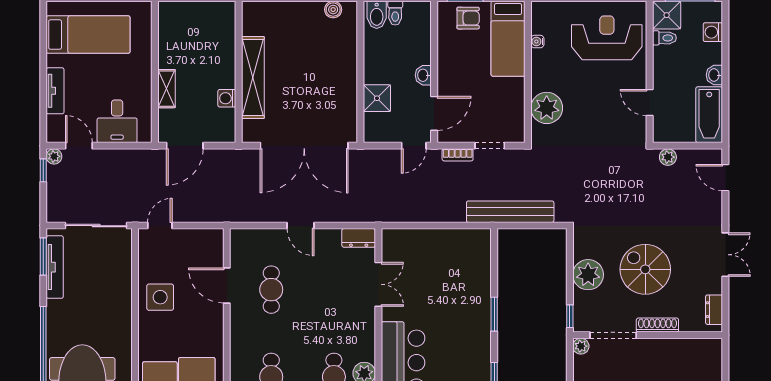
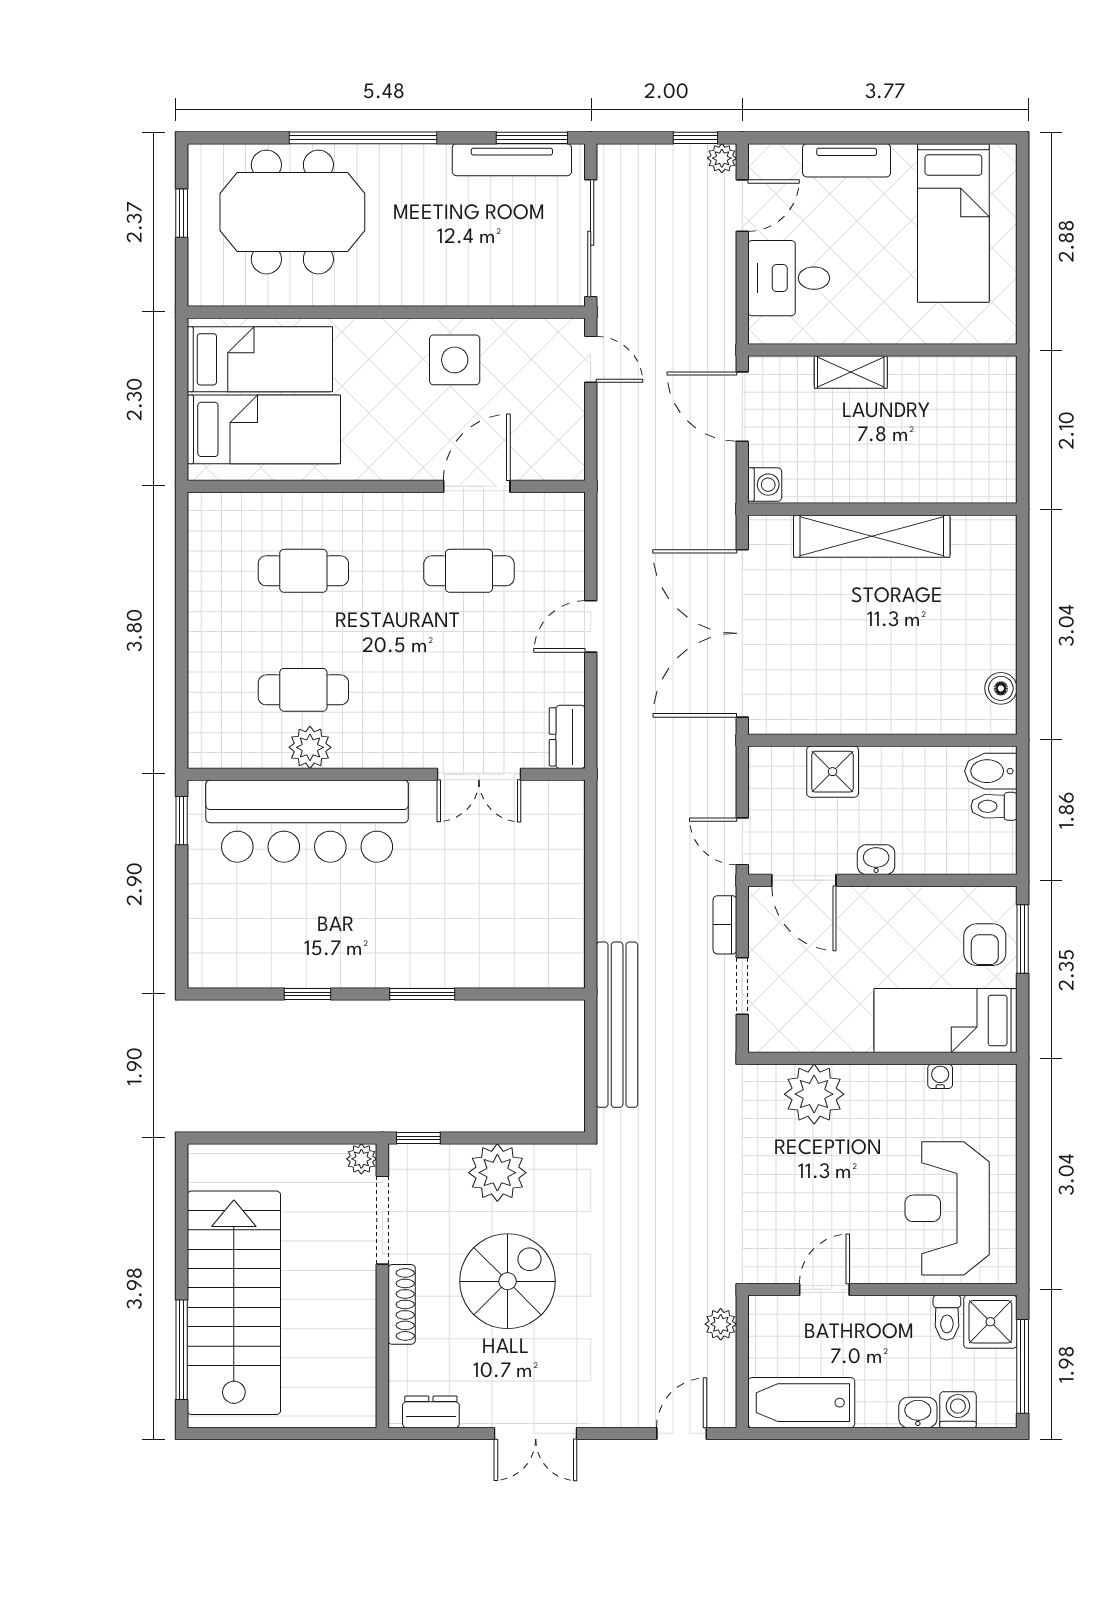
reception desk: (607, 38) -> (947, 1208), turned 180
washbasin: (714, 75) -> (918, 1412), moved
washing machine: (227, 98) -> (765, 485), moved, turned 90

